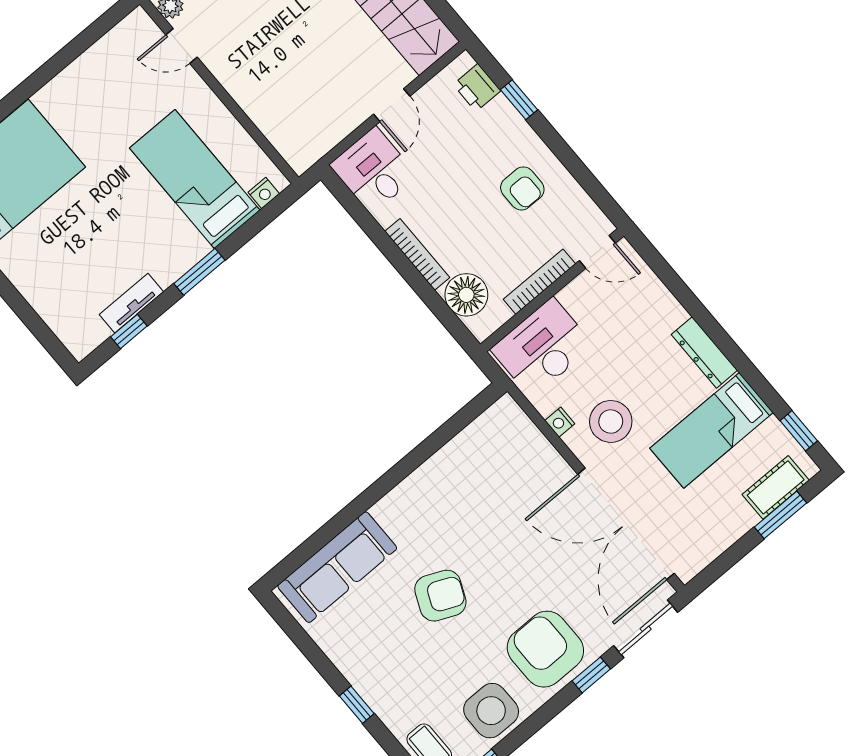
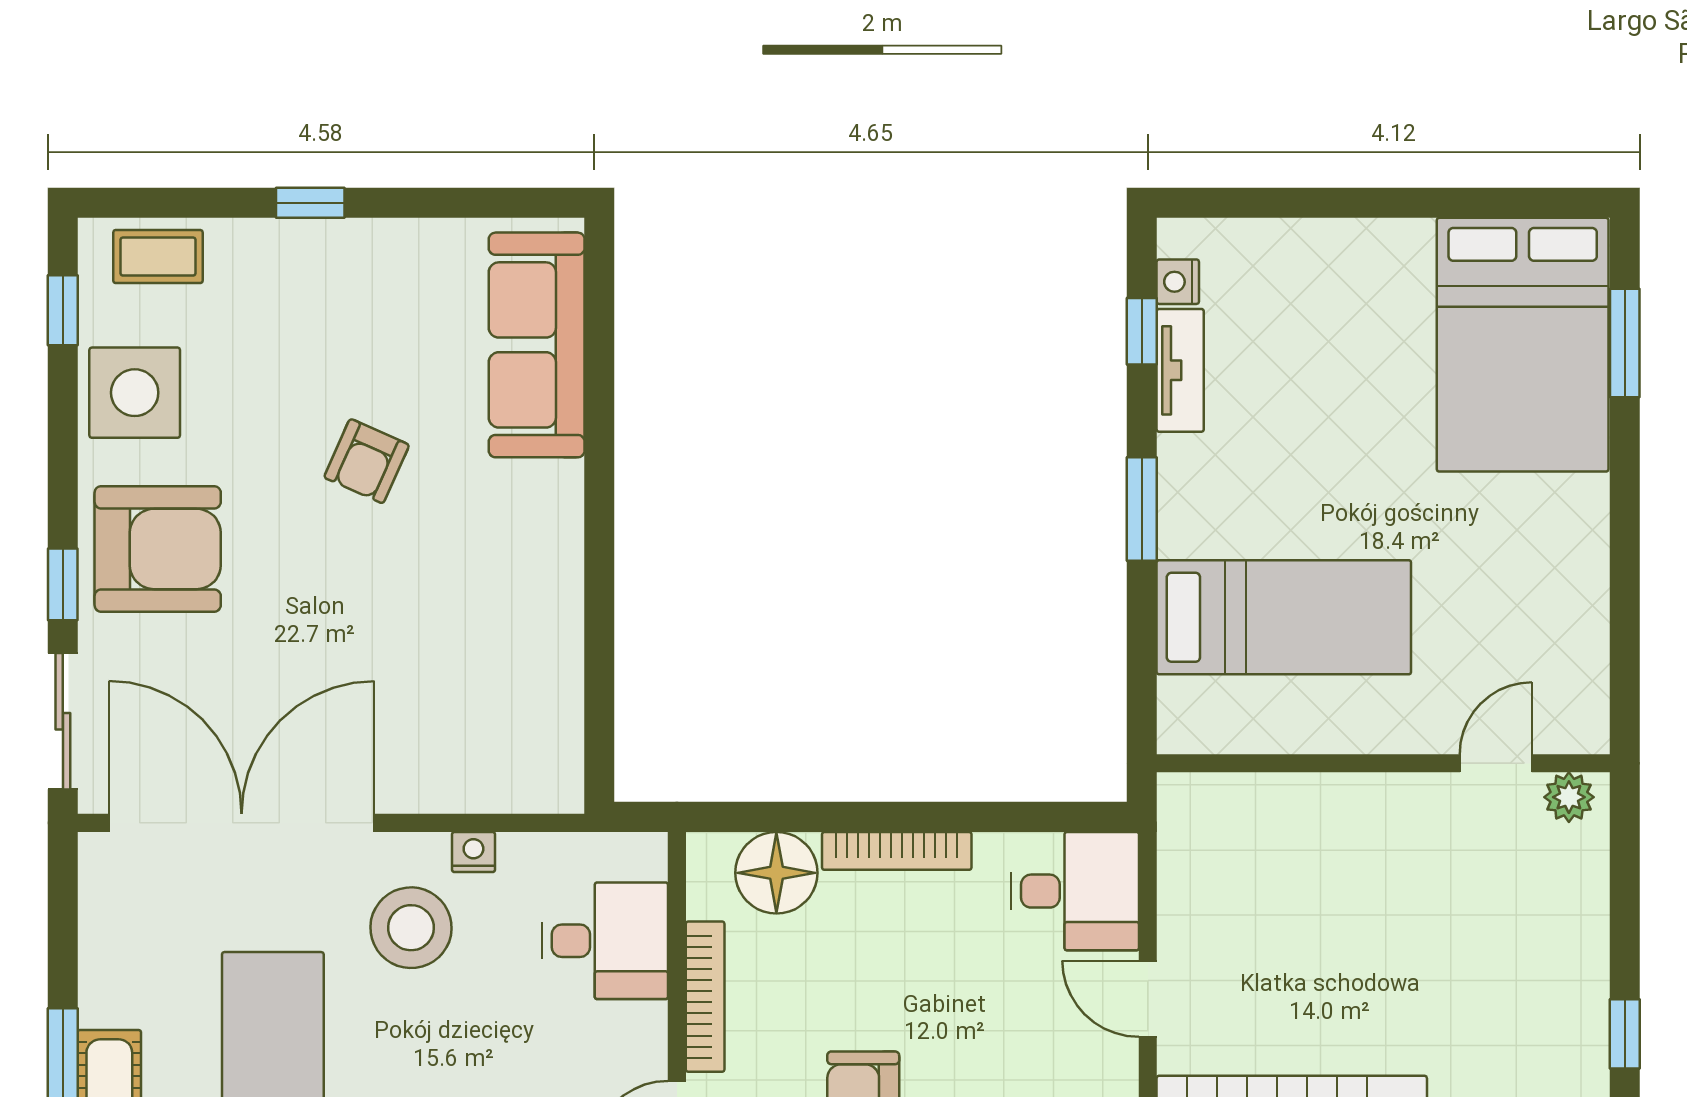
nightstand: (264, 193) -> (1178, 282), moved
desk: (542, 347) -> (605, 941), width x0.73
armchair: (440, 596) -> (367, 461), width x0.72, depth x0.72

